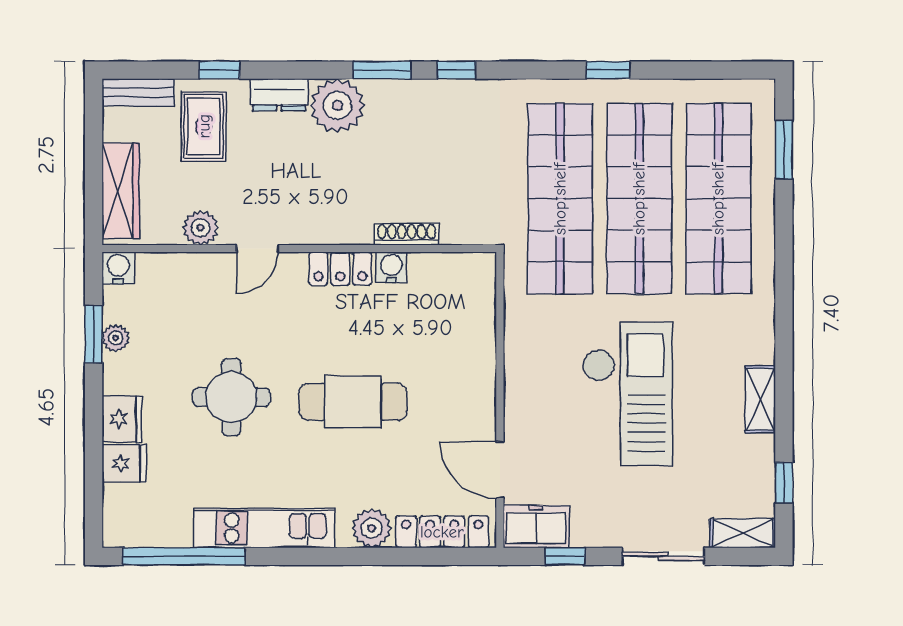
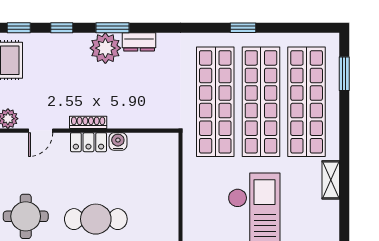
window: (456, 70) -> (62, 28), moved
dresser: (279, 95) -> (139, 42), moved
plant: (337, 105) -> (105, 48), moved
shoe rack: (407, 234) -> (88, 122), moved
shelving: (760, 399) -> (331, 180), moved

